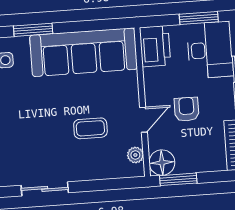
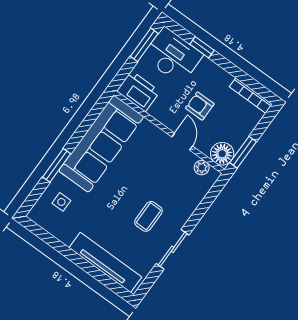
coffee table: (90, 128) -> (148, 216), moved

